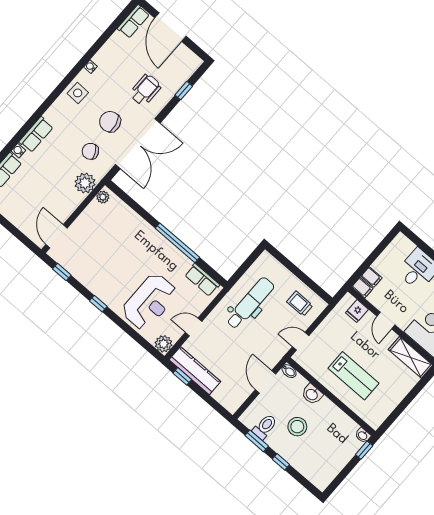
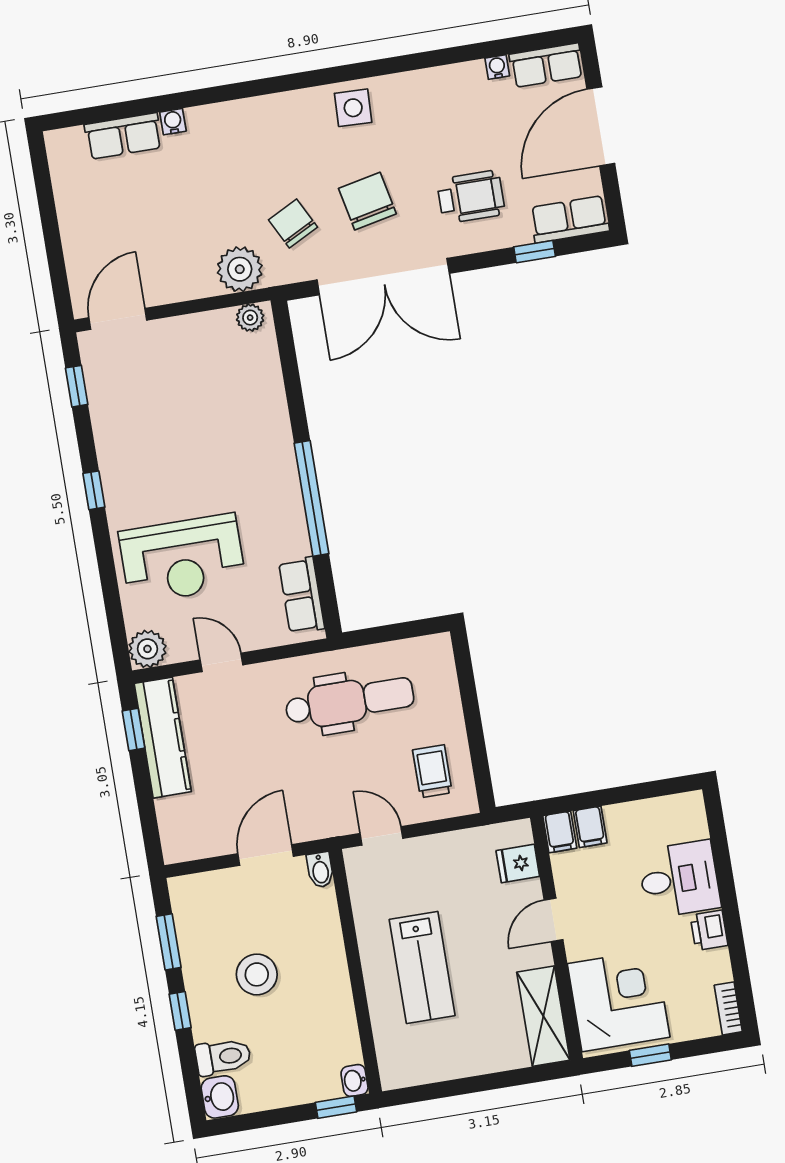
water cooler: (90, 67) -> (497, 67), moved
row of seats: (36, 134) -> (570, 219), moved, turned 180
washbasin: (312, 394) -> (220, 1097), moved, turned 180
toilet: (265, 427) -> (223, 1057), moved

